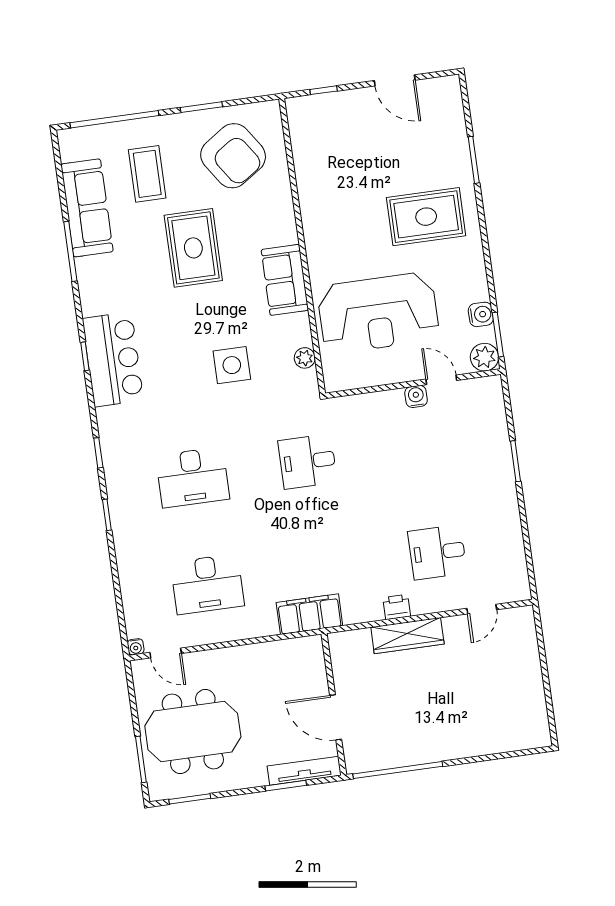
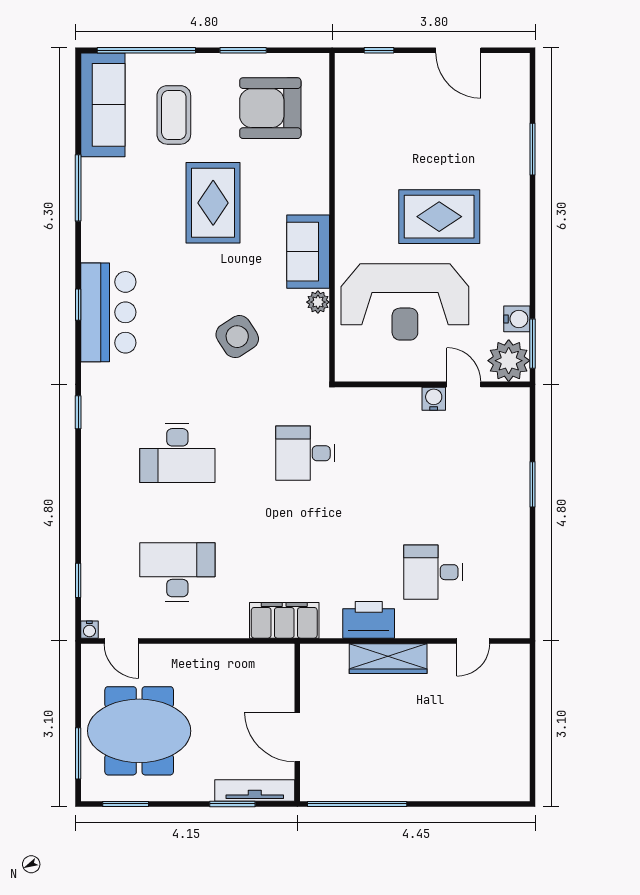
armchair: (233, 156) -> (270, 108), turned 124
sofa: (87, 208) -> (103, 105), moved
rug: (426, 217) -> (439, 217), moved
plant: (484, 357) -> (509, 361), width x1.36, depth x1.36
plant: (305, 358) -> (318, 302), moved
side table: (232, 365) -> (237, 337), turned -33
window: (107, 515) -> (78, 580), moved
desk: (207, 584) -> (177, 572), turned 180
printer: (397, 607) -> (369, 620), width x1.87, depth x1.48

